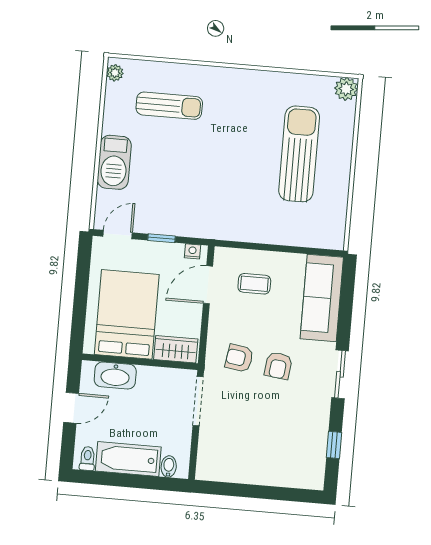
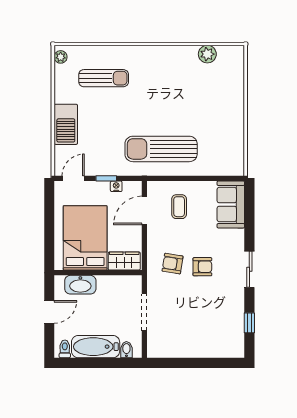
plant: (346, 89) -> (207, 54), moved
sun lounger: (299, 154) -> (161, 149), moved, turned -90
nightstand: (192, 251) -> (116, 186), moved
coffee table: (254, 284) -> (179, 207), turned 90
sofa: (322, 298) -> (231, 205), width x0.73
armchair: (278, 366) -> (202, 267), turned -97
doorway: (198, 401) -> (144, 312), moved

